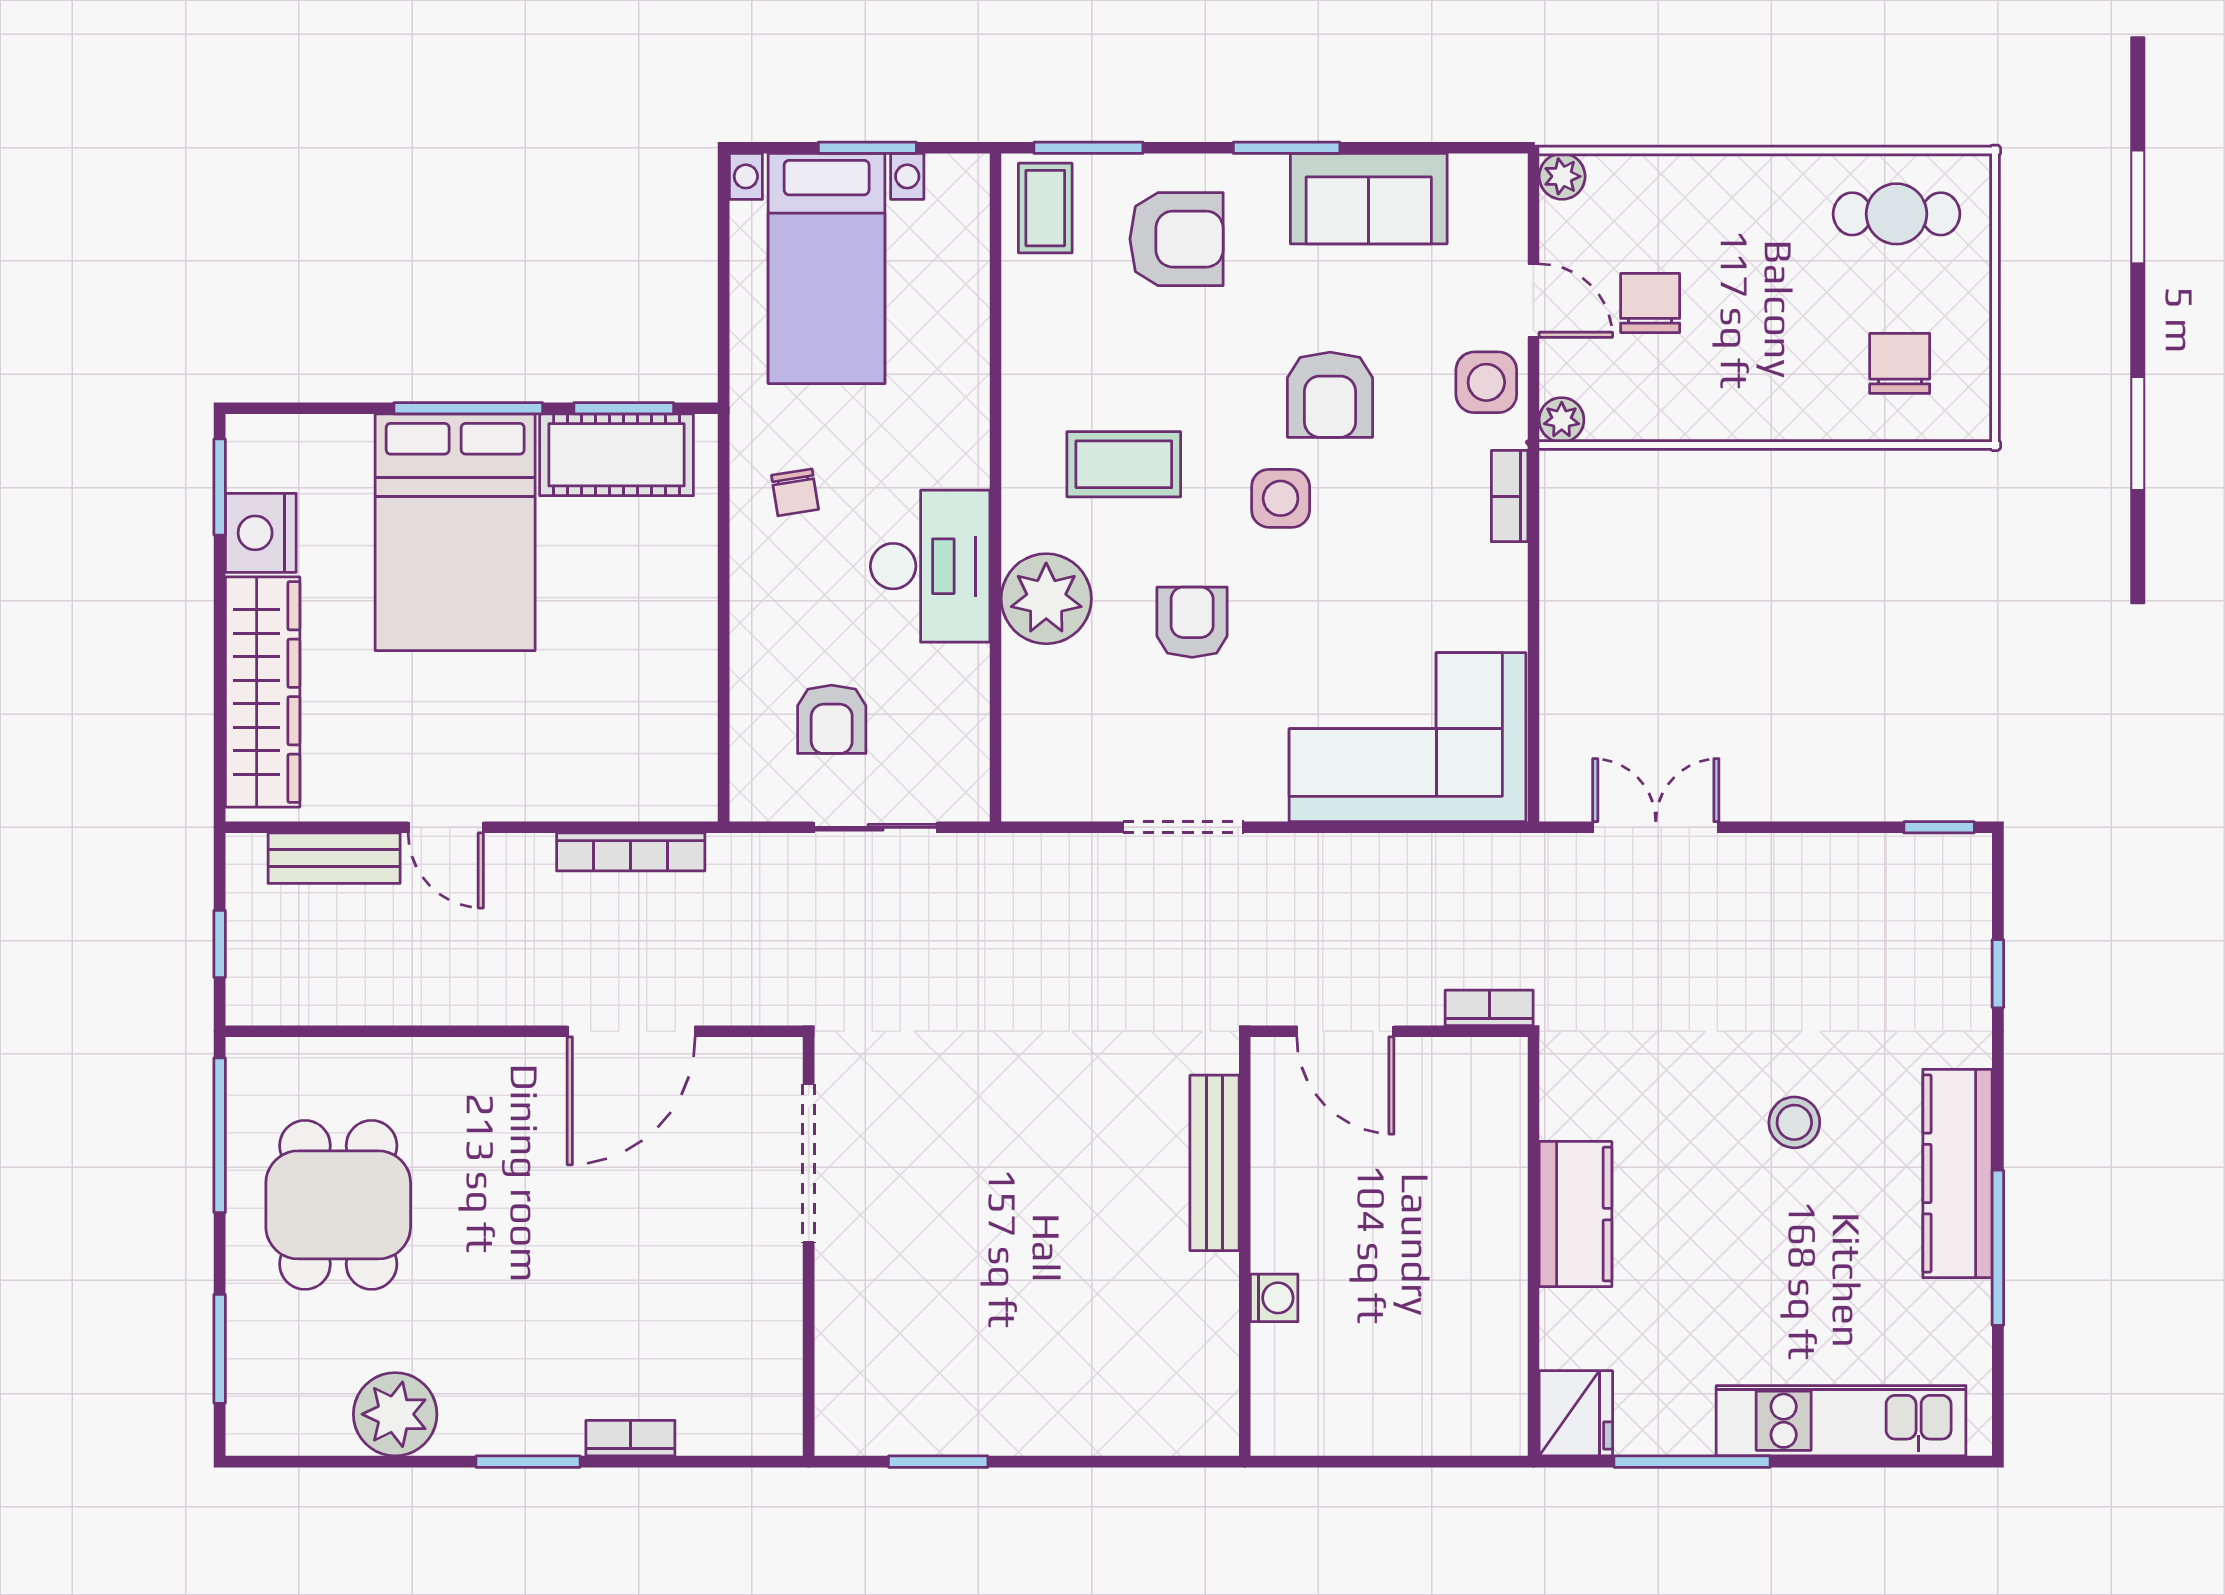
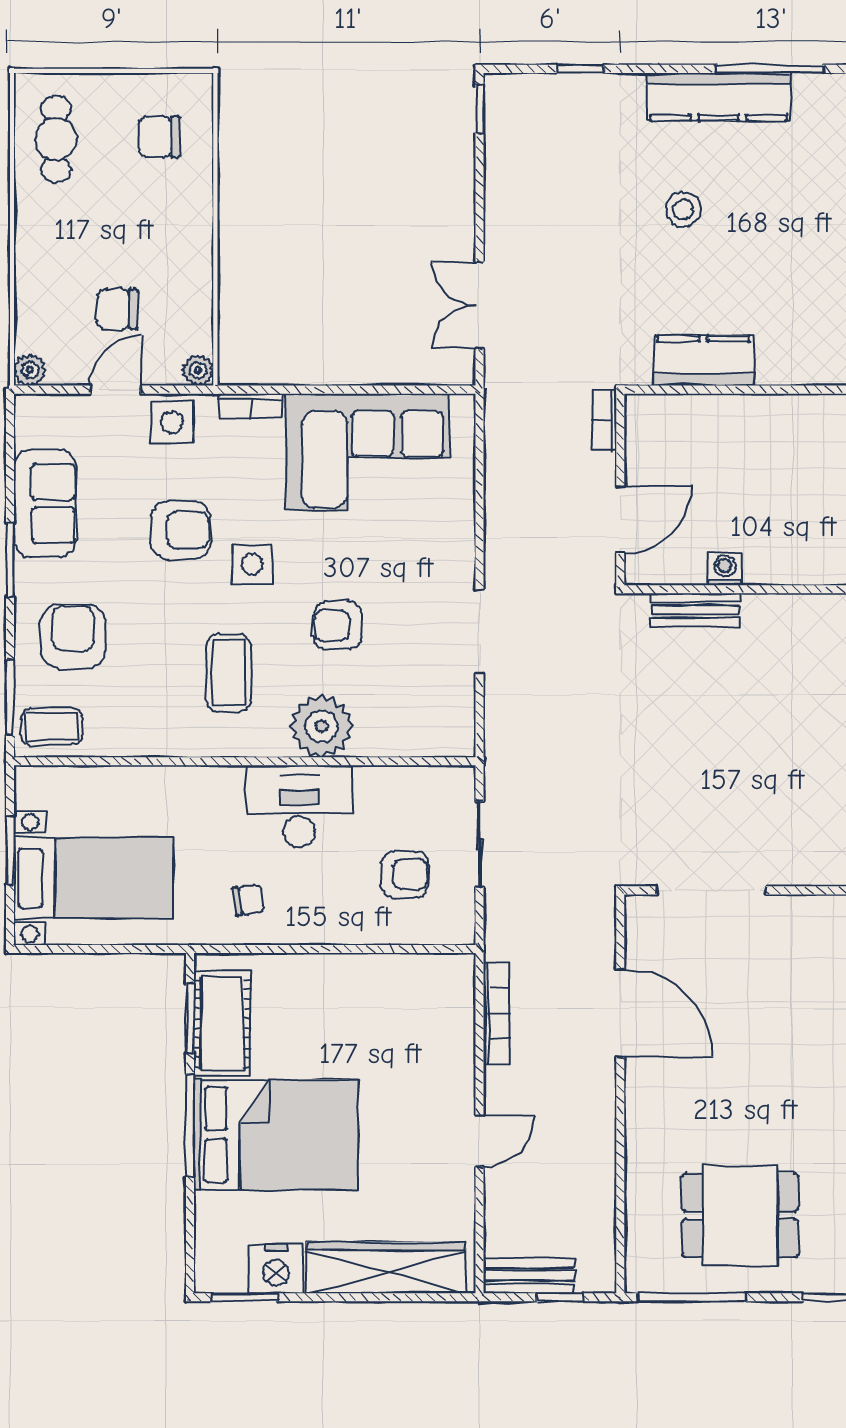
corner sofa: (1408, 737) -> (367, 452), moved, turned -90
bench: (334, 858) -> (529, 1276), moved, turned 90
bench: (1214, 1163) -> (695, 610), width x0.73
kitchen counter: (1575, 1214) -> (703, 361), moved
washing machine: (1274, 1298) -> (725, 569), moved

